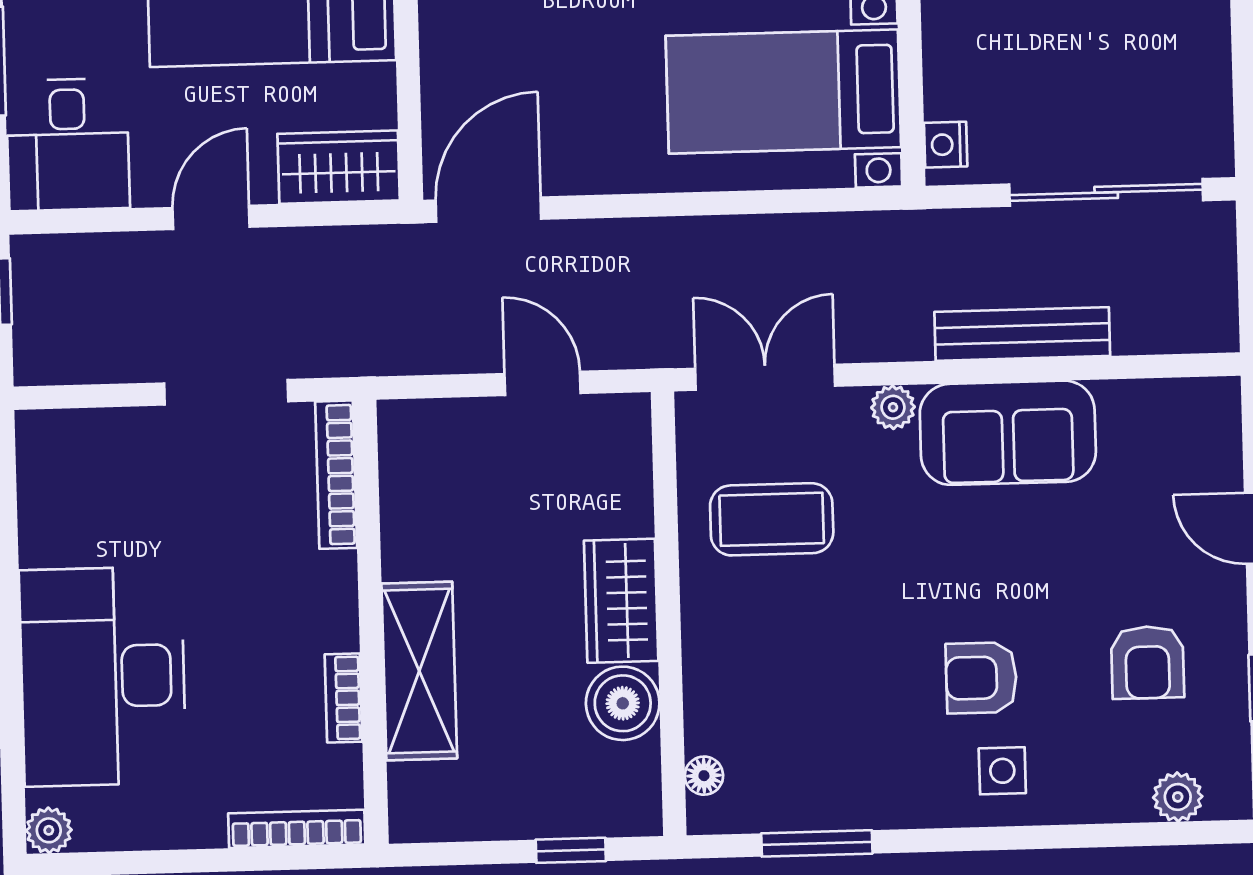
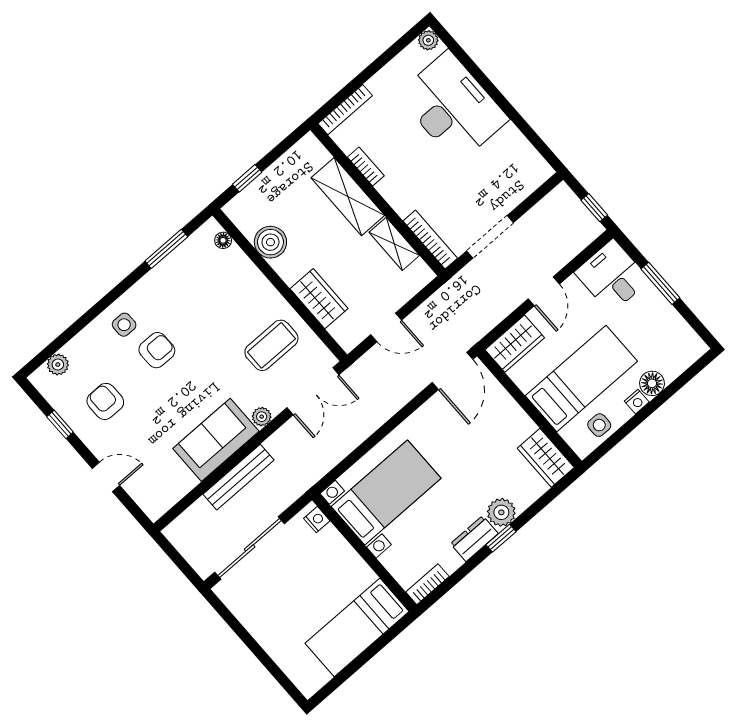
shelving: (406, 520) -> (394, 244), added
wardrobe: (621, 601) -> (319, 299), moved

